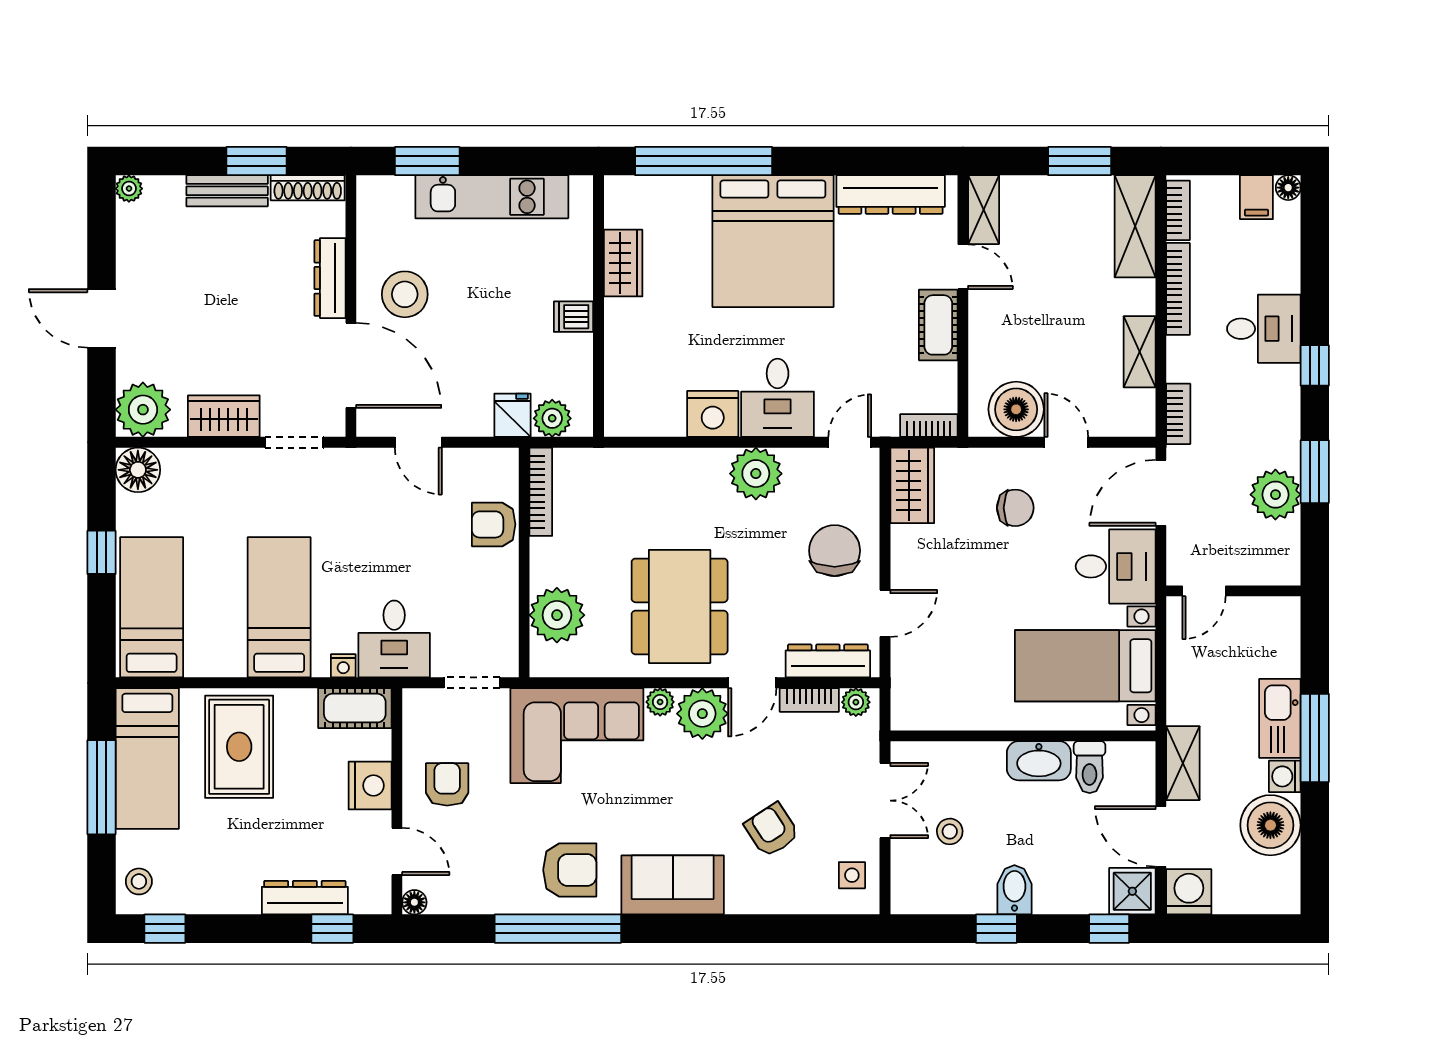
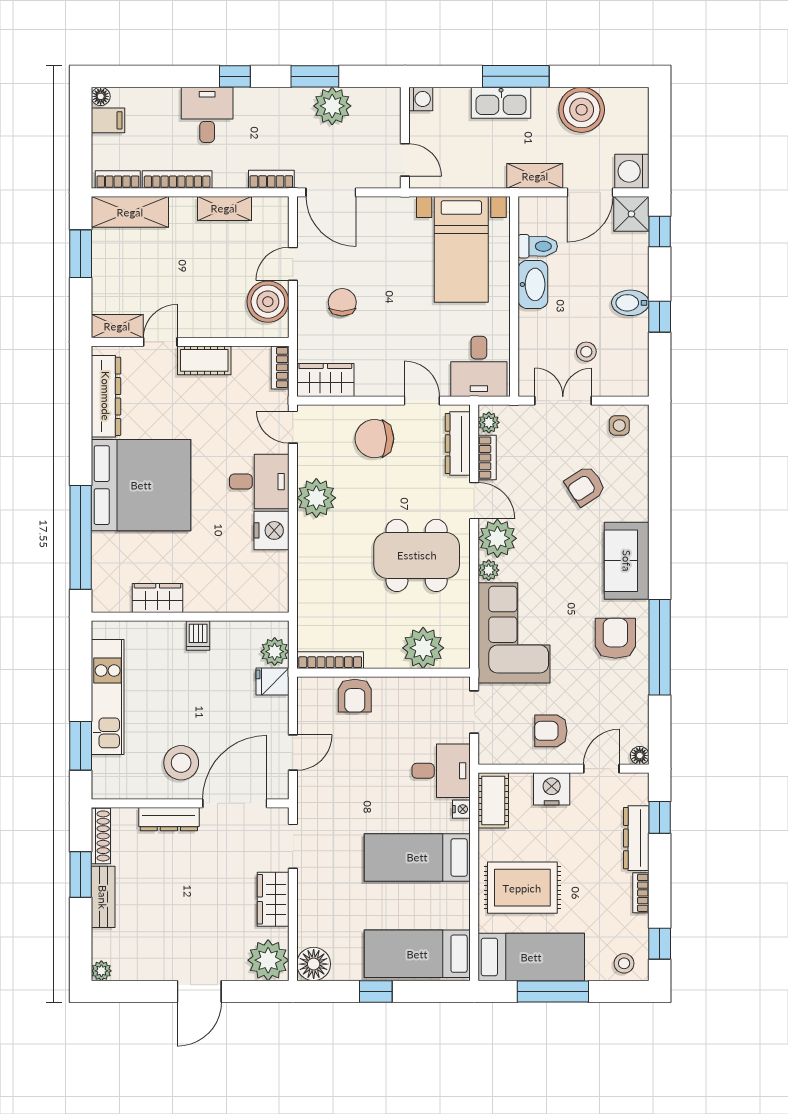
desk: (1116, 566) -> (479, 366), moved, turned 180
washing machine: (1285, 776) -> (421, 99), moved, turned -90
bookcase: (232, 904) -> (641, 893), added

